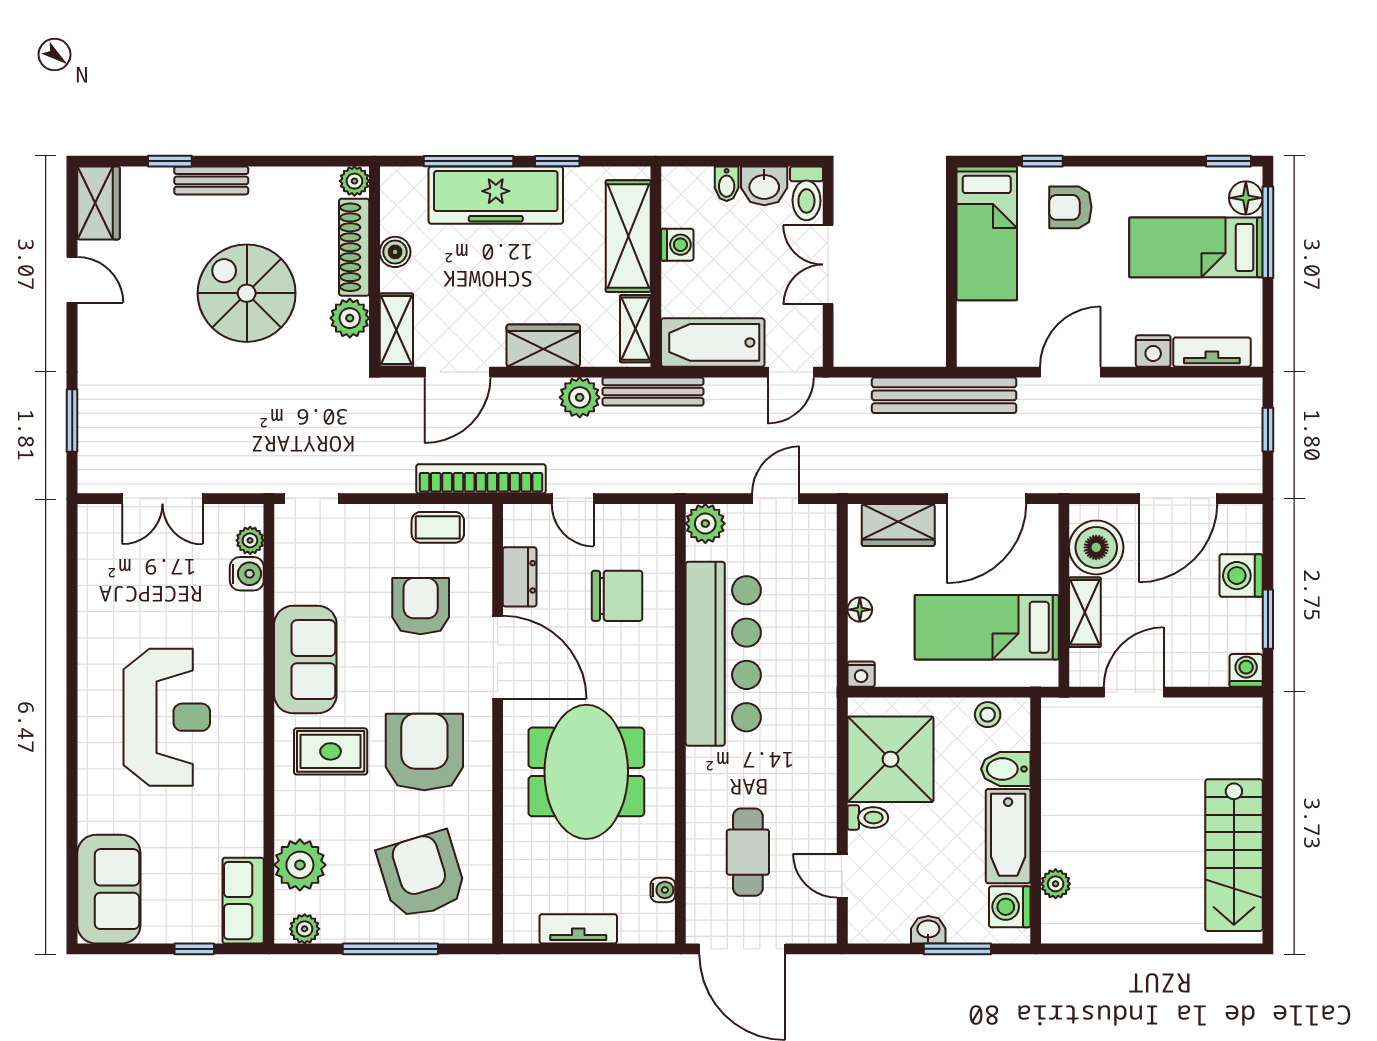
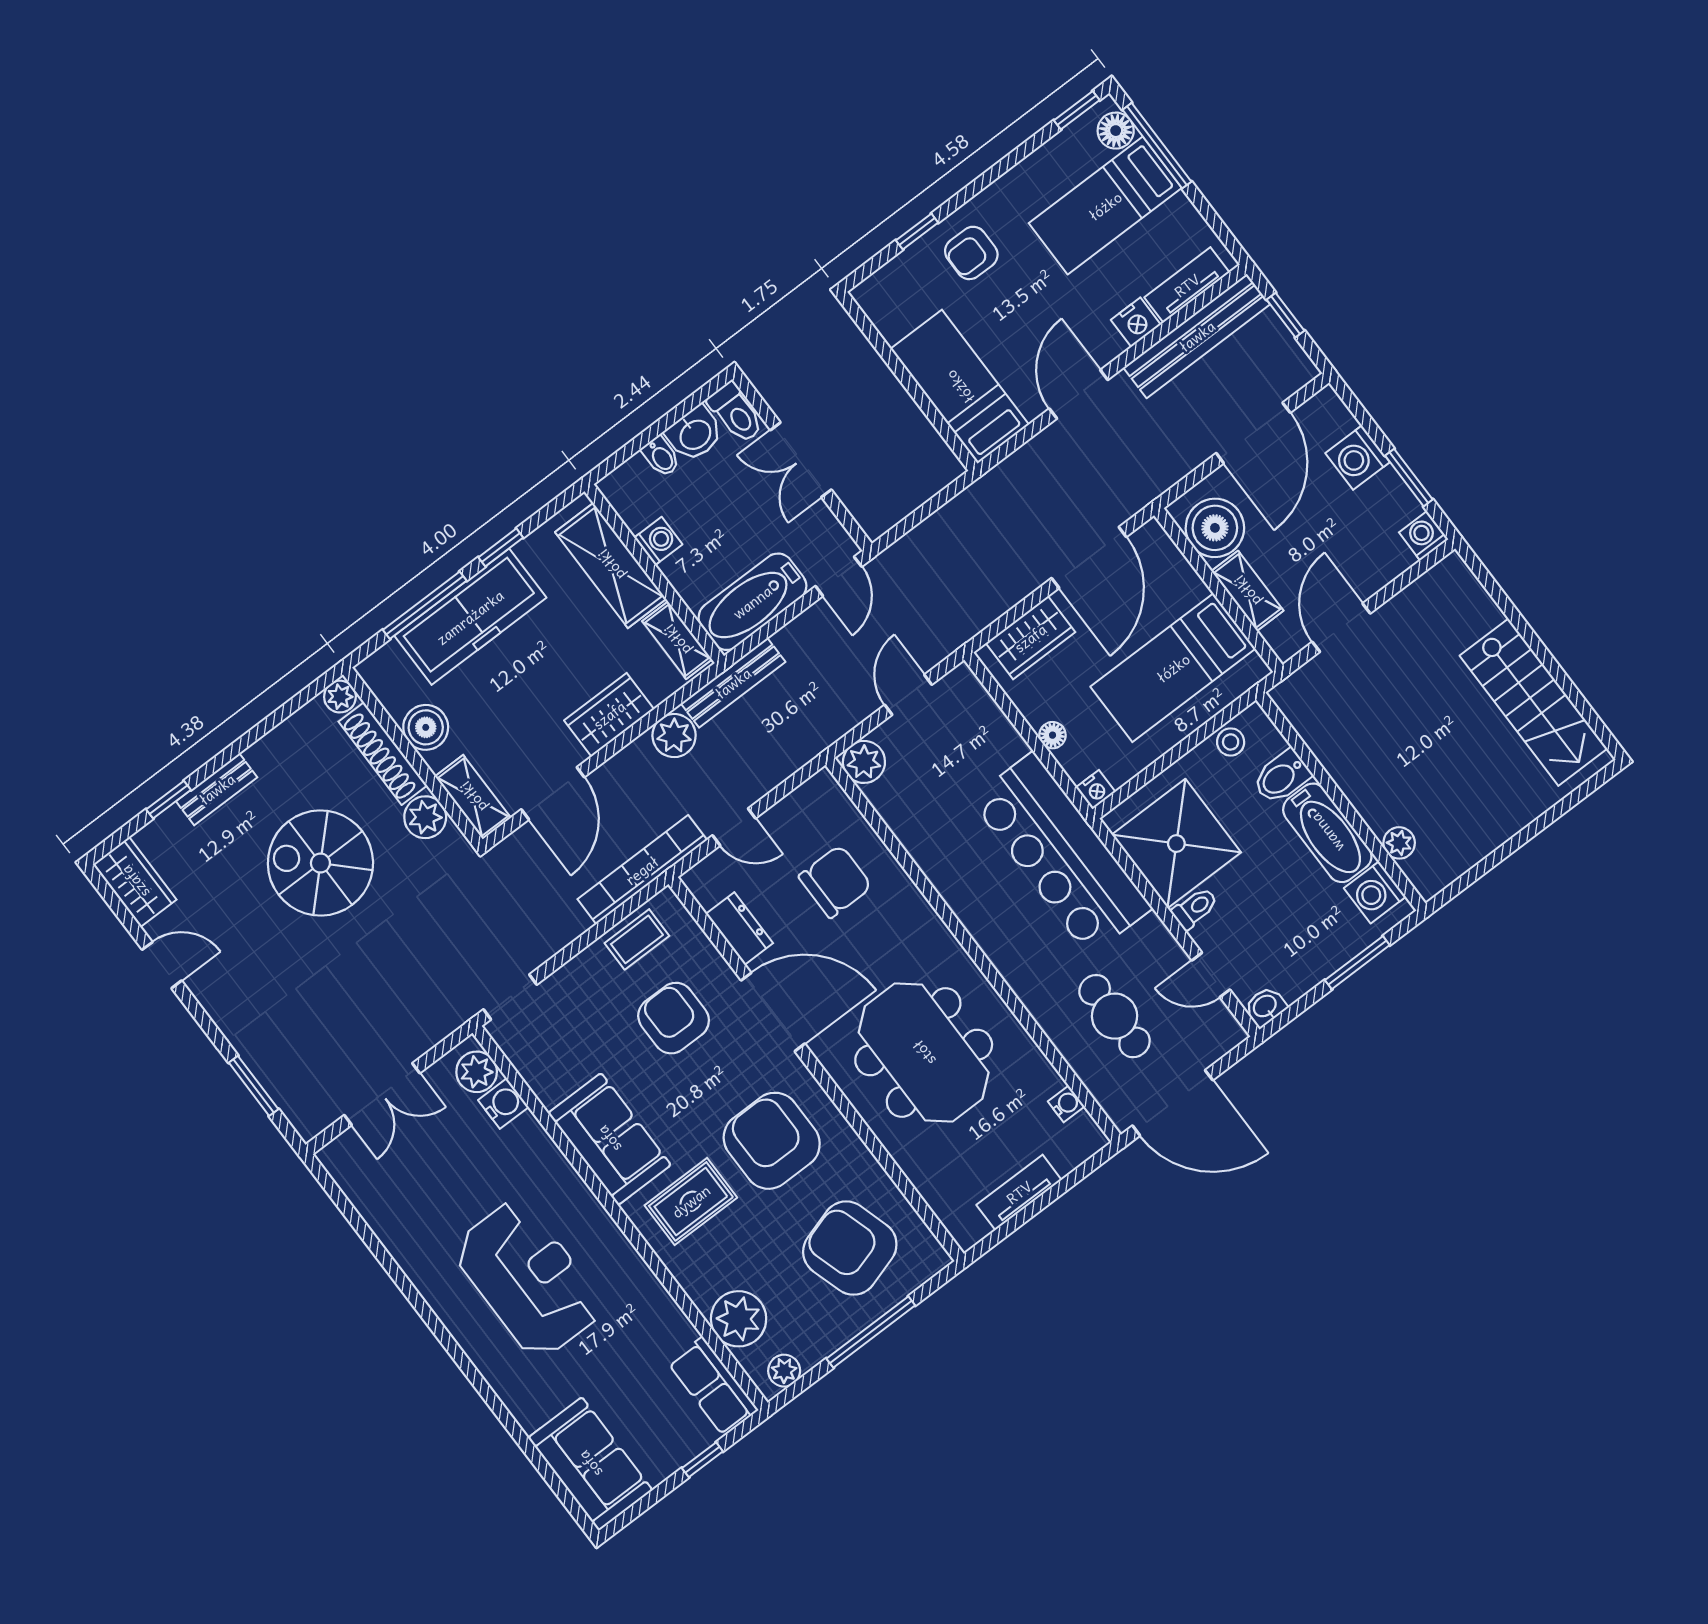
bed: (987, 233) -> (960, 387), moved, turned 180
boiler: (395, 252) -> (426, 727), width x1.36, depth x1.36
bench: (944, 395) -> (1197, 336), moved
plant: (250, 540) -> (477, 1072), width x1.38, depth x1.38
bar counter: (723, 654) -> (1061, 854), moved, turned 180
washbasin: (928, 930) -> (1265, 1007), moved

